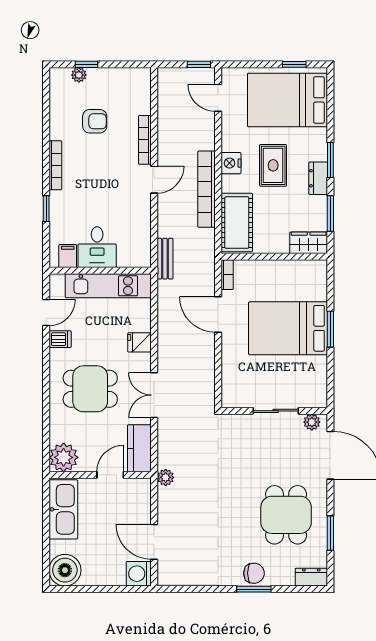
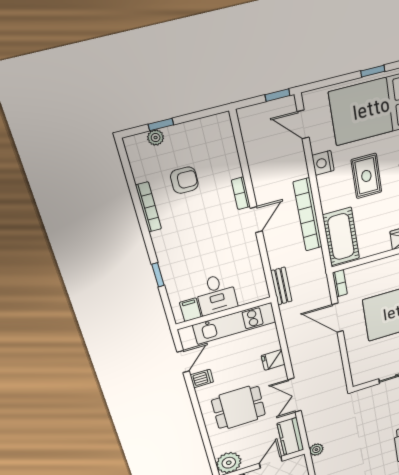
bookcase: (145, 140) -> (241, 193), width x0.64
nightstand: (231, 163) -> (323, 163), moved
bookcase: (55, 165) -> (149, 207), moved

